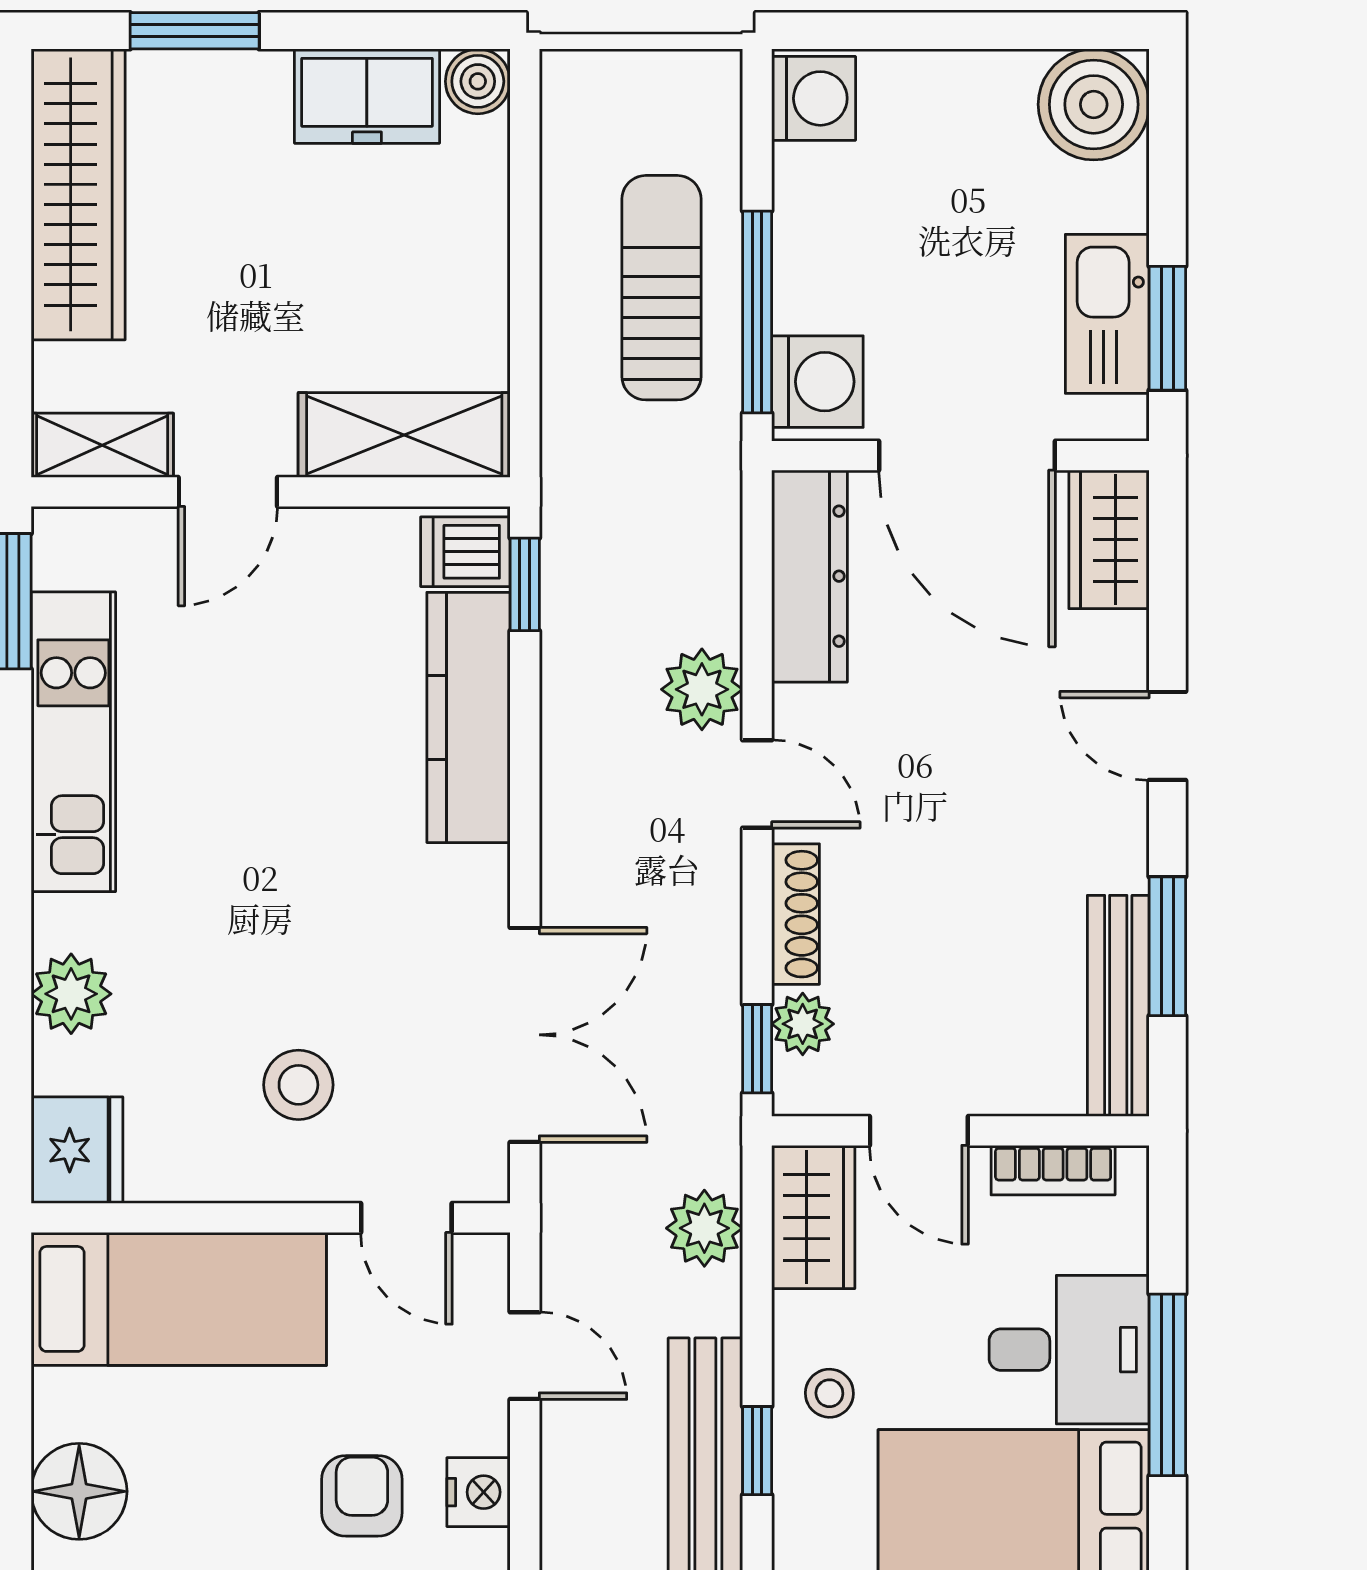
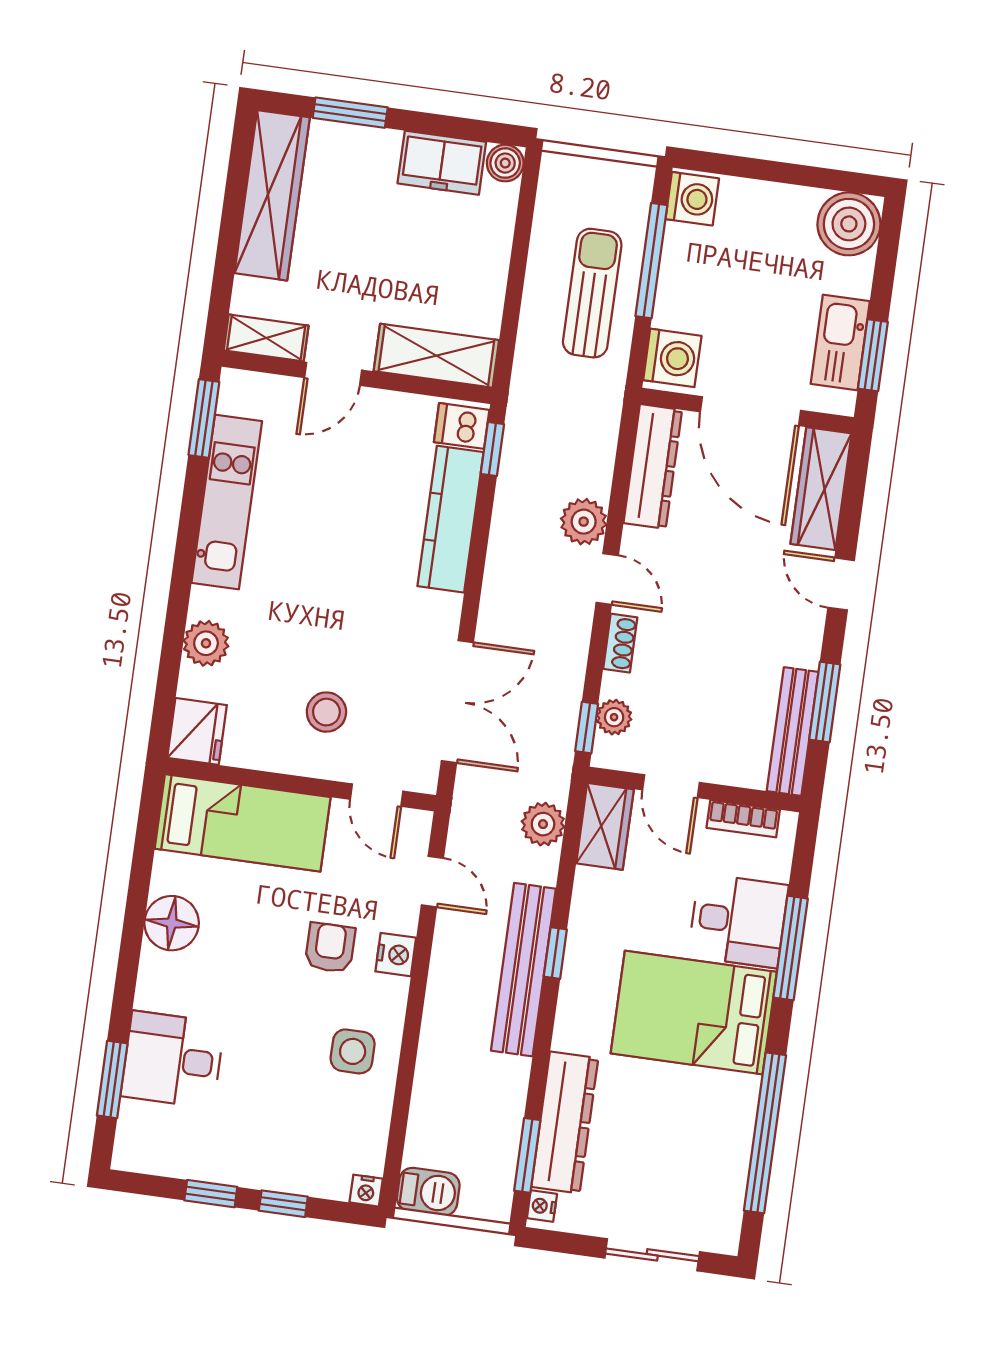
window: (757, 312) -> (651, 261), moved
wardrobe: (1109, 539) -> (821, 489), width x1.50
shoe rack: (796, 914) -> (620, 643), width x0.70
stool: (829, 1393) -> (600, 926), removed

